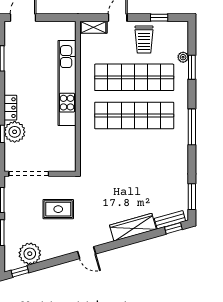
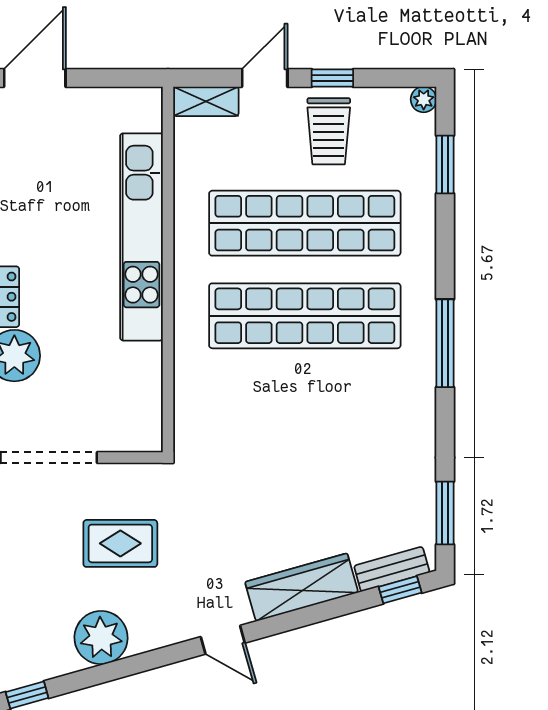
window: (159, 18) -> (332, 78), moved
plant: (183, 57) -> (424, 99), moved
window: (192, 67) -> (445, 165), moved
door: (87, 253) -> (223, 640), moved
plant: (30, 254) -> (101, 638), moved

